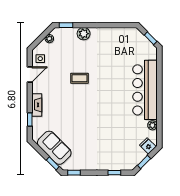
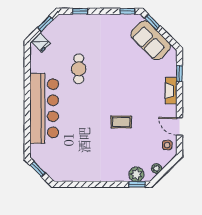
plant: (84, 34) -> (136, 174), moved
door: (30, 74) -> (179, 126), hinge flipped
cafe table: (116, 124) -> (79, 69), added
plant: (152, 125) -> (35, 67), removed

